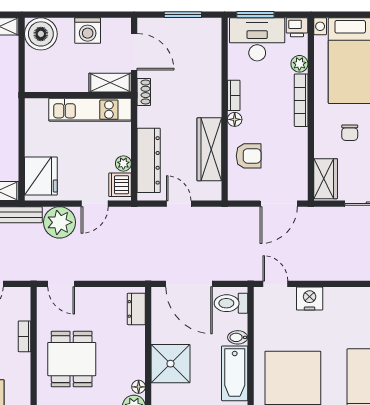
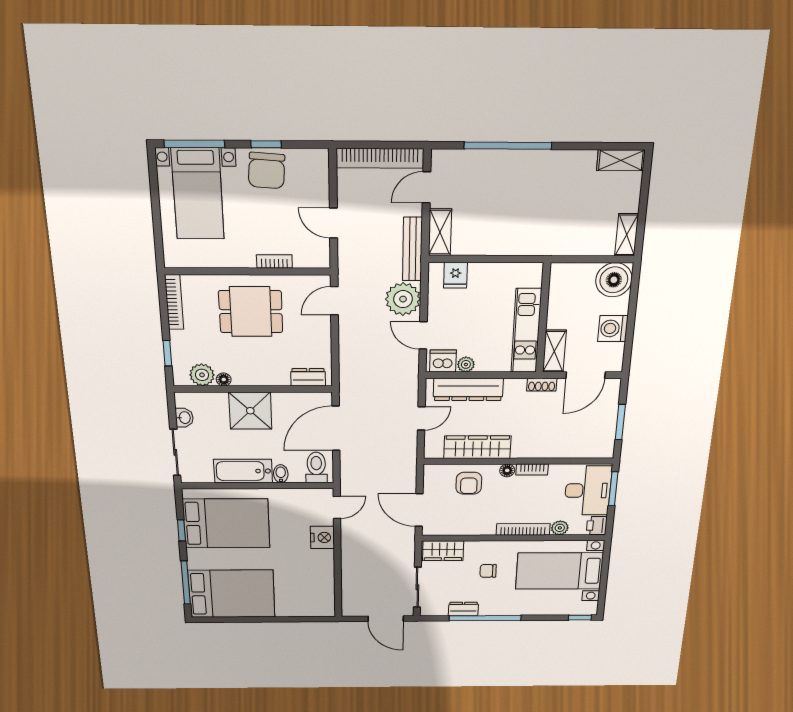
fridge: (41, 176) -> (455, 275), width x0.53, depth x0.75

